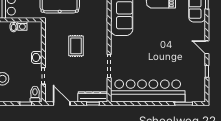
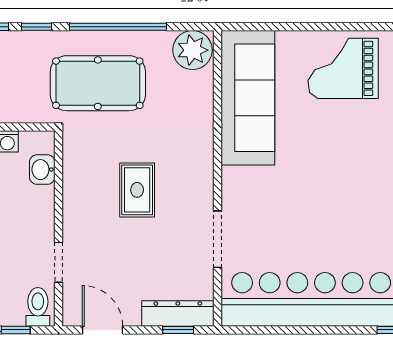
washbasin: (37, 57) -> (42, 170), moved

